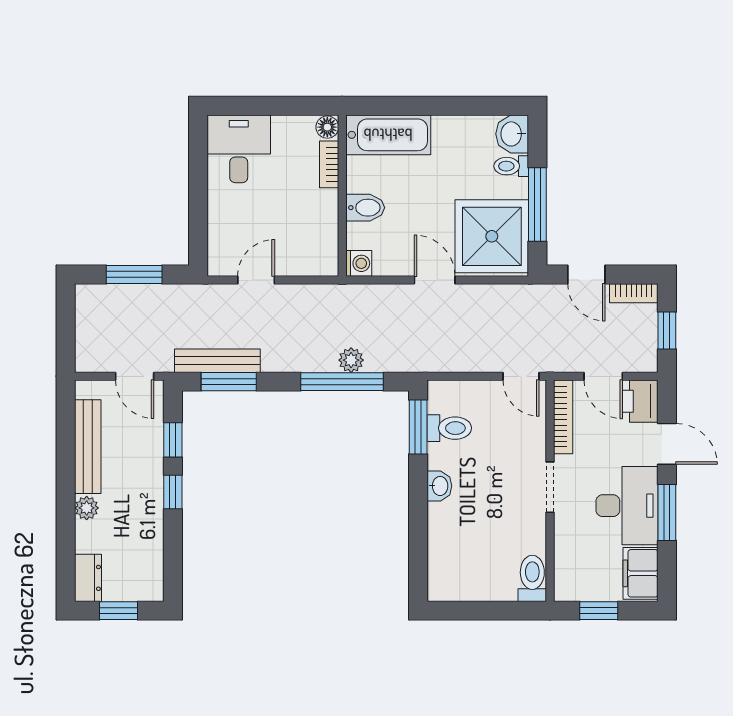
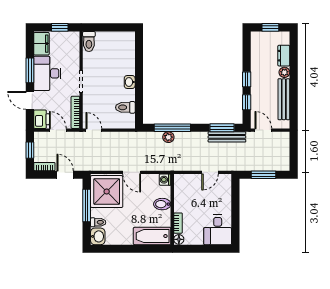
window: (418, 427) -> (139, 108), removed
dresser: (88, 578) -> (284, 56), moved

